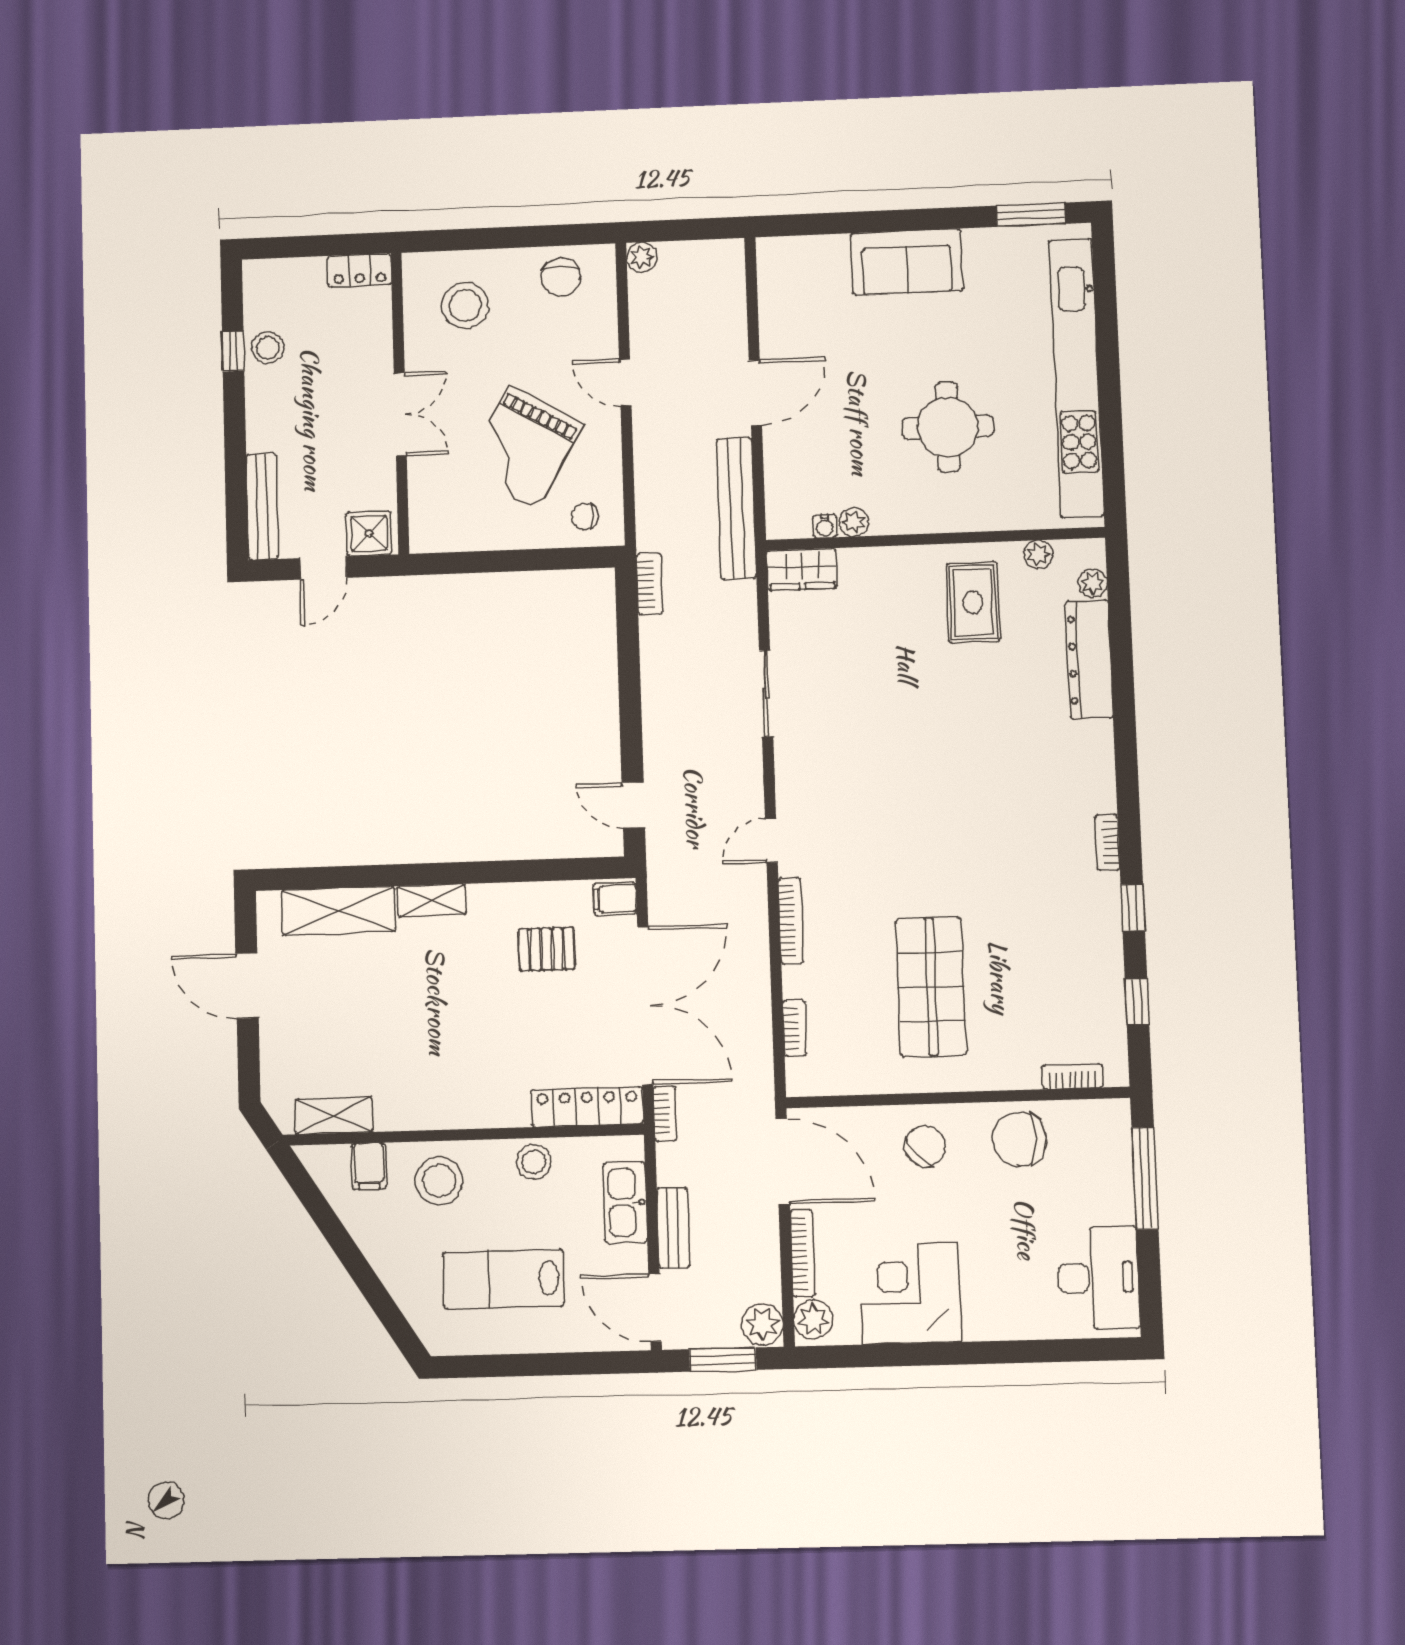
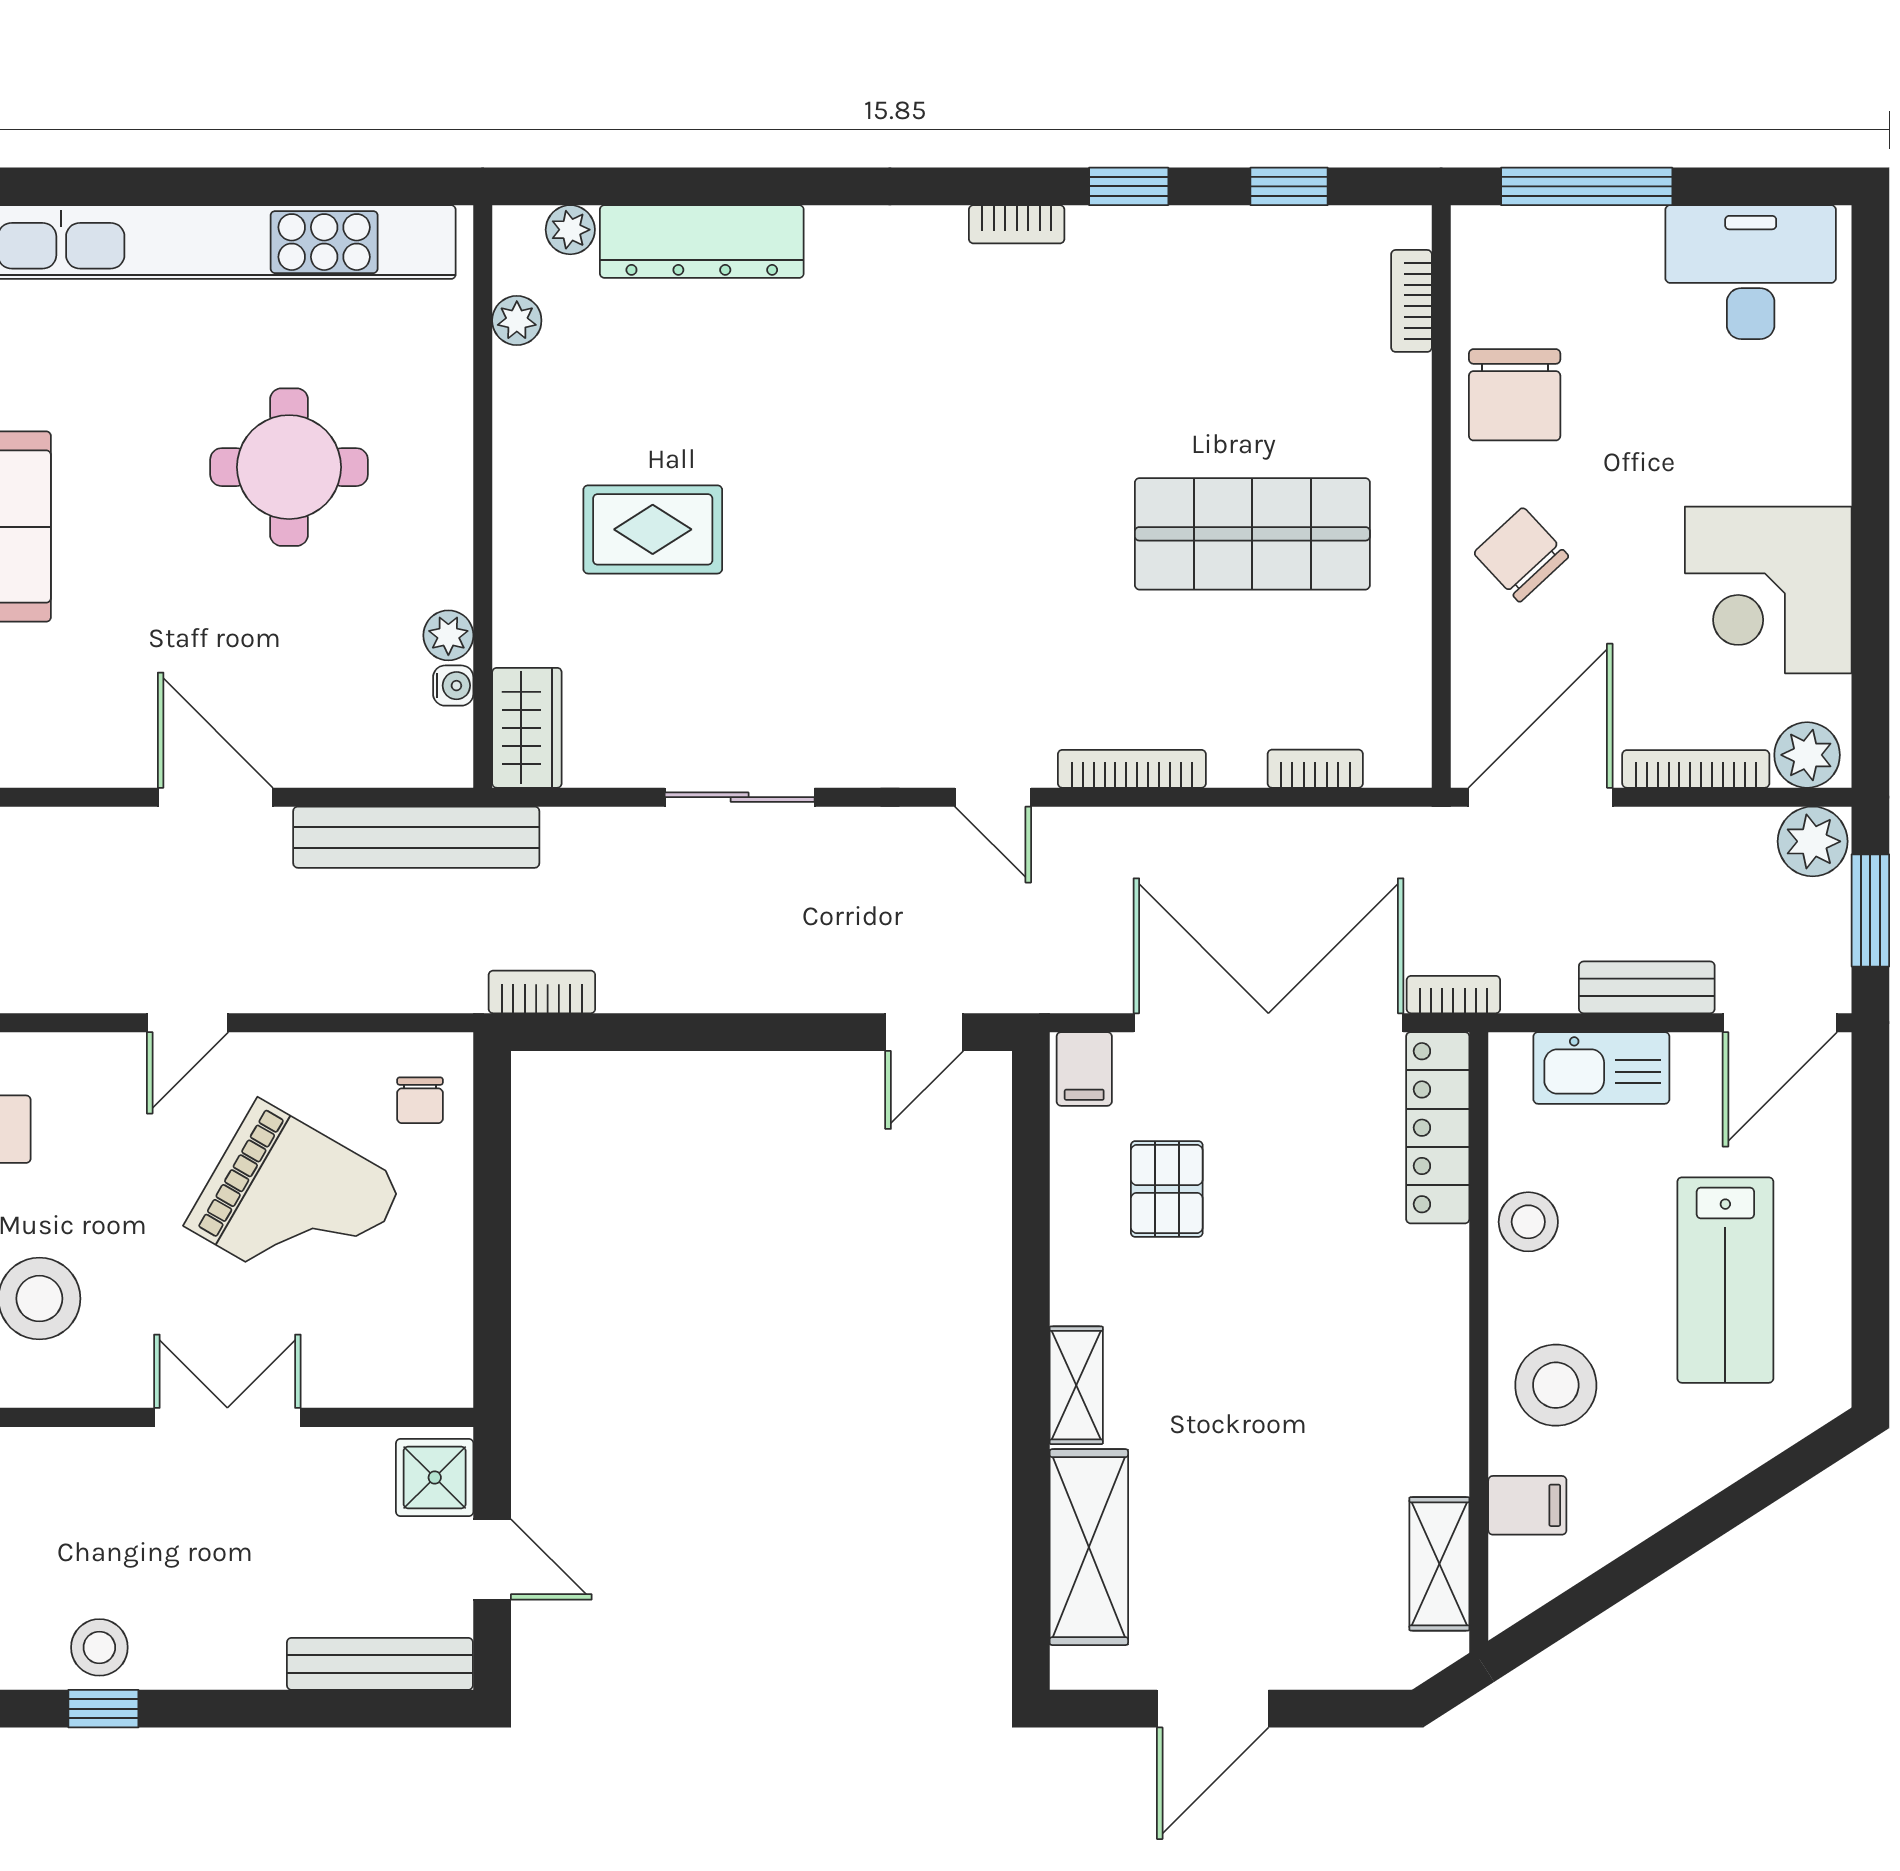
rug: (973, 602) -> (653, 529), moved

